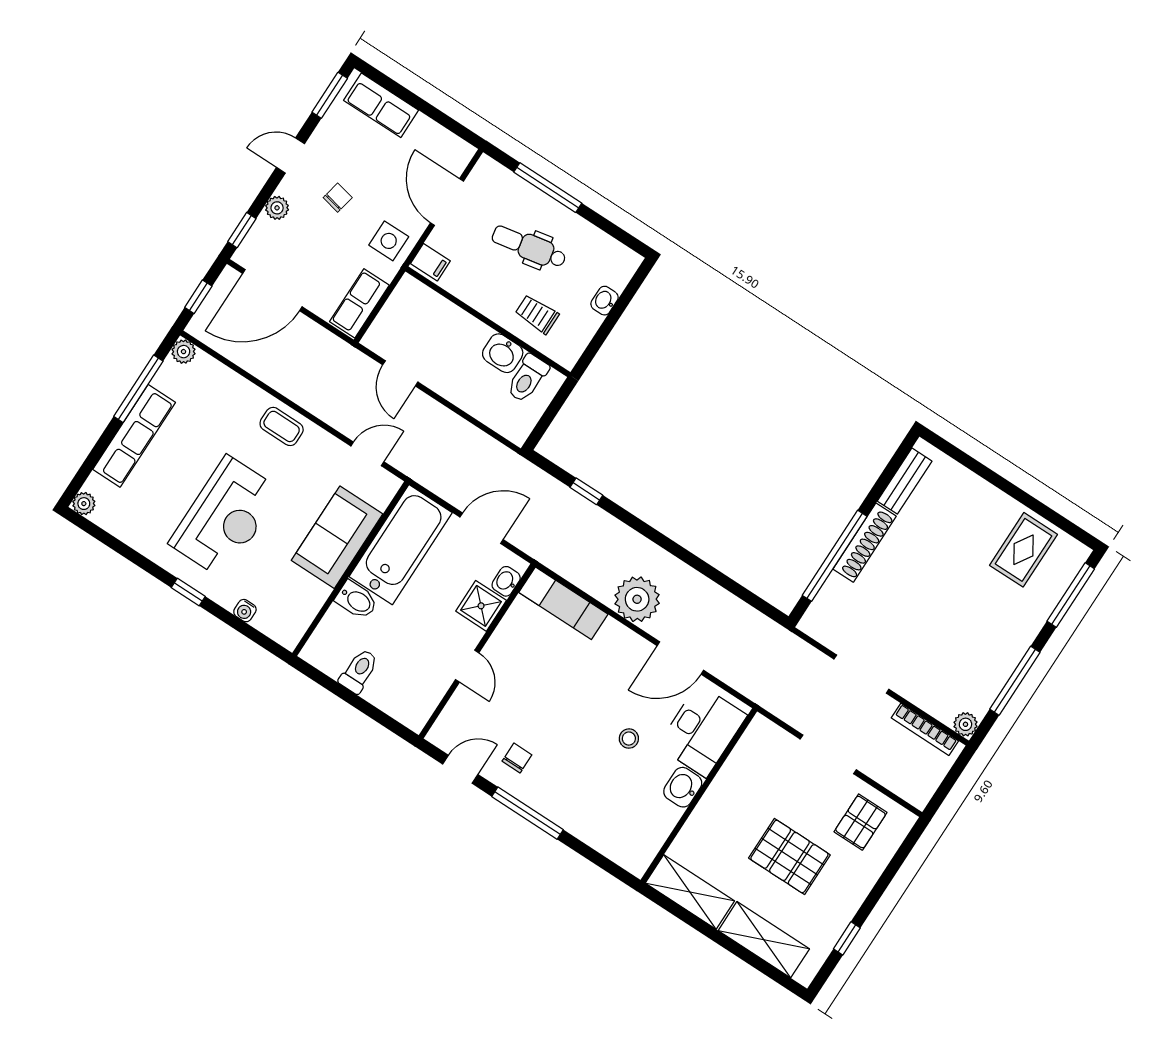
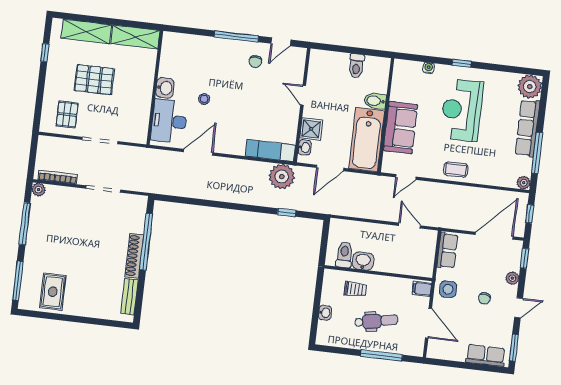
plant: (84, 504) -> (530, 87), width x1.88, depth x1.88
plant: (637, 599) -> (282, 177), moved

